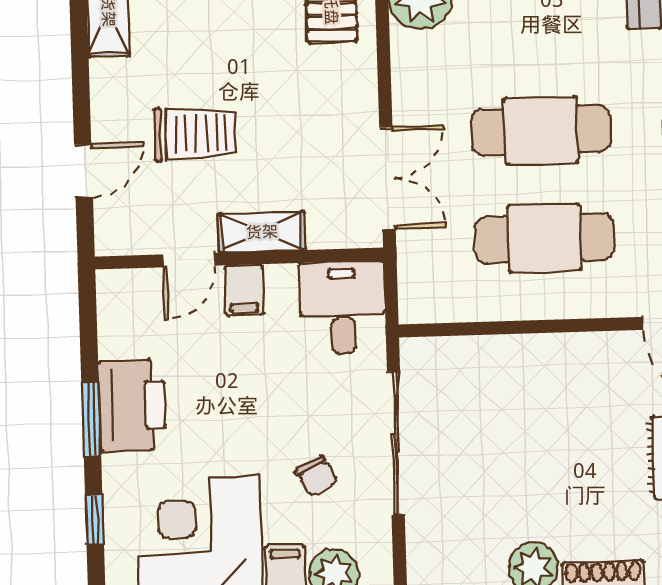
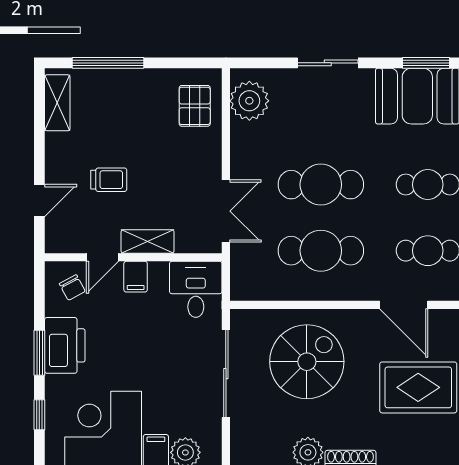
trolley: (195, 133) -> (109, 180), width x0.73, depth x0.72
spiral stairs: (527, 420) -> (307, 362), added
chair: (317, 476) -> (72, 288), moved

